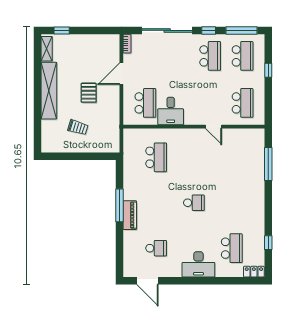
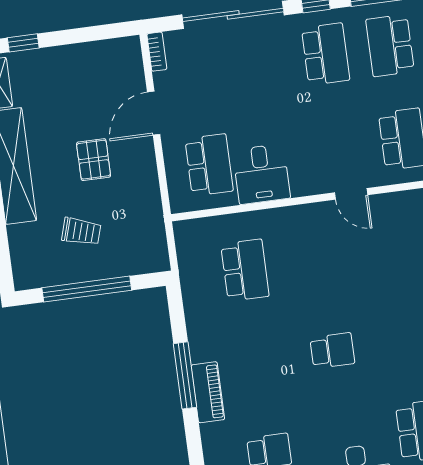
school desk: (243, 56) -> (390, 45), turned 180
window: (77, 156) -> (87, 289), added

